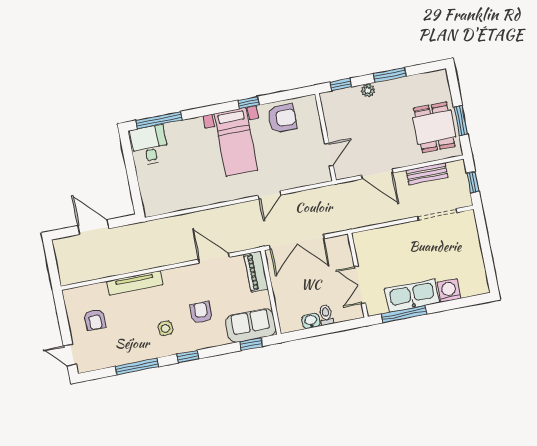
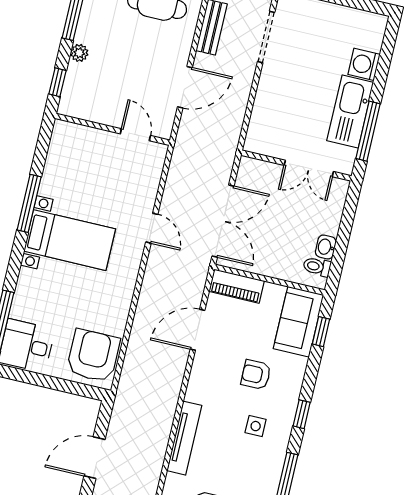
window: (249, 103) -> (29, 203), width x2.17
armchair: (282, 118) -> (93, 356), moved, width x1.36, depth x1.36
toilet: (326, 315) -> (317, 267), moved

